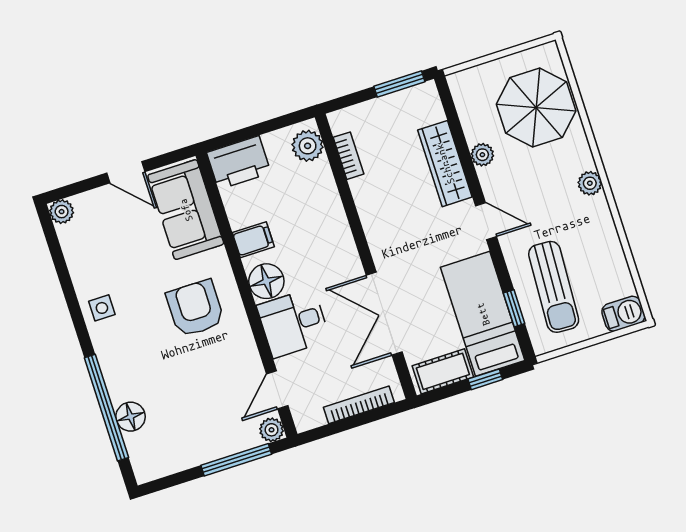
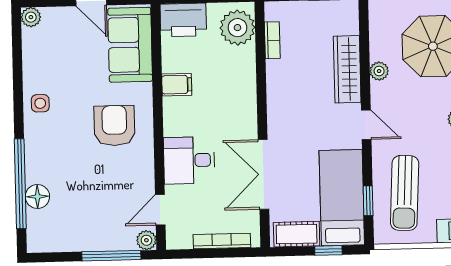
plant: (308, 146) -> (237, 28), width x1.36, depth x1.36
floor lamp: (266, 281) -> (177, 121), removed

